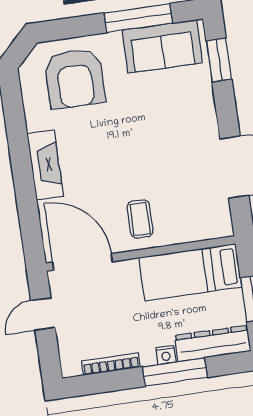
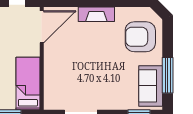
coffee table: (140, 219) -> (60, 61), removed

